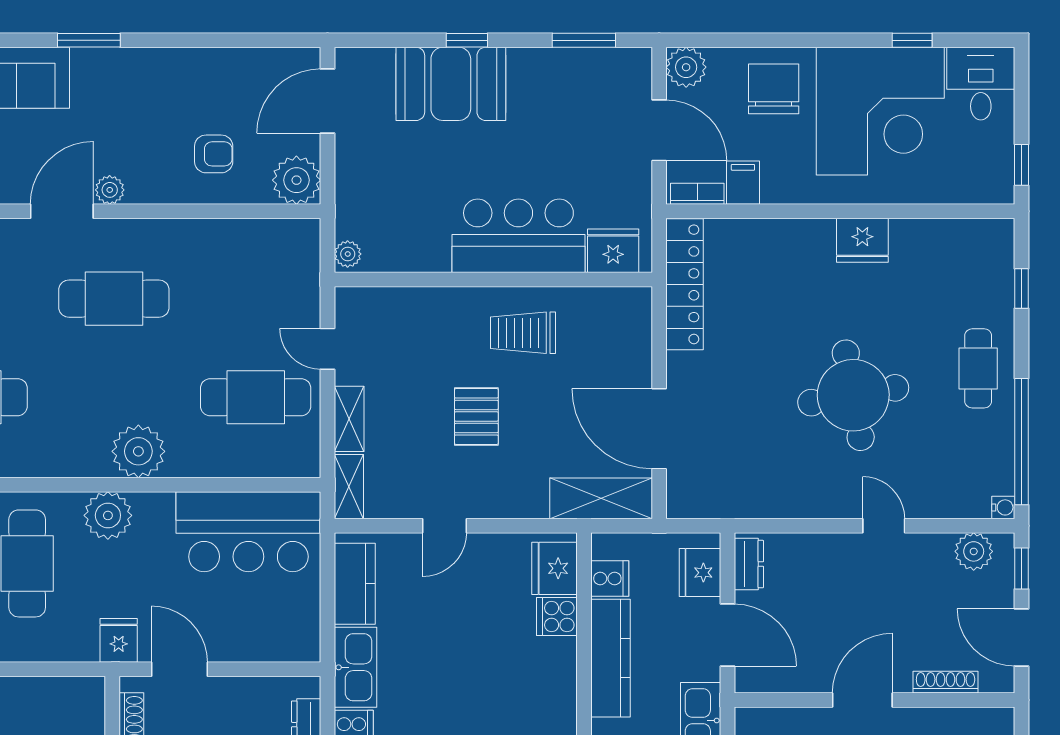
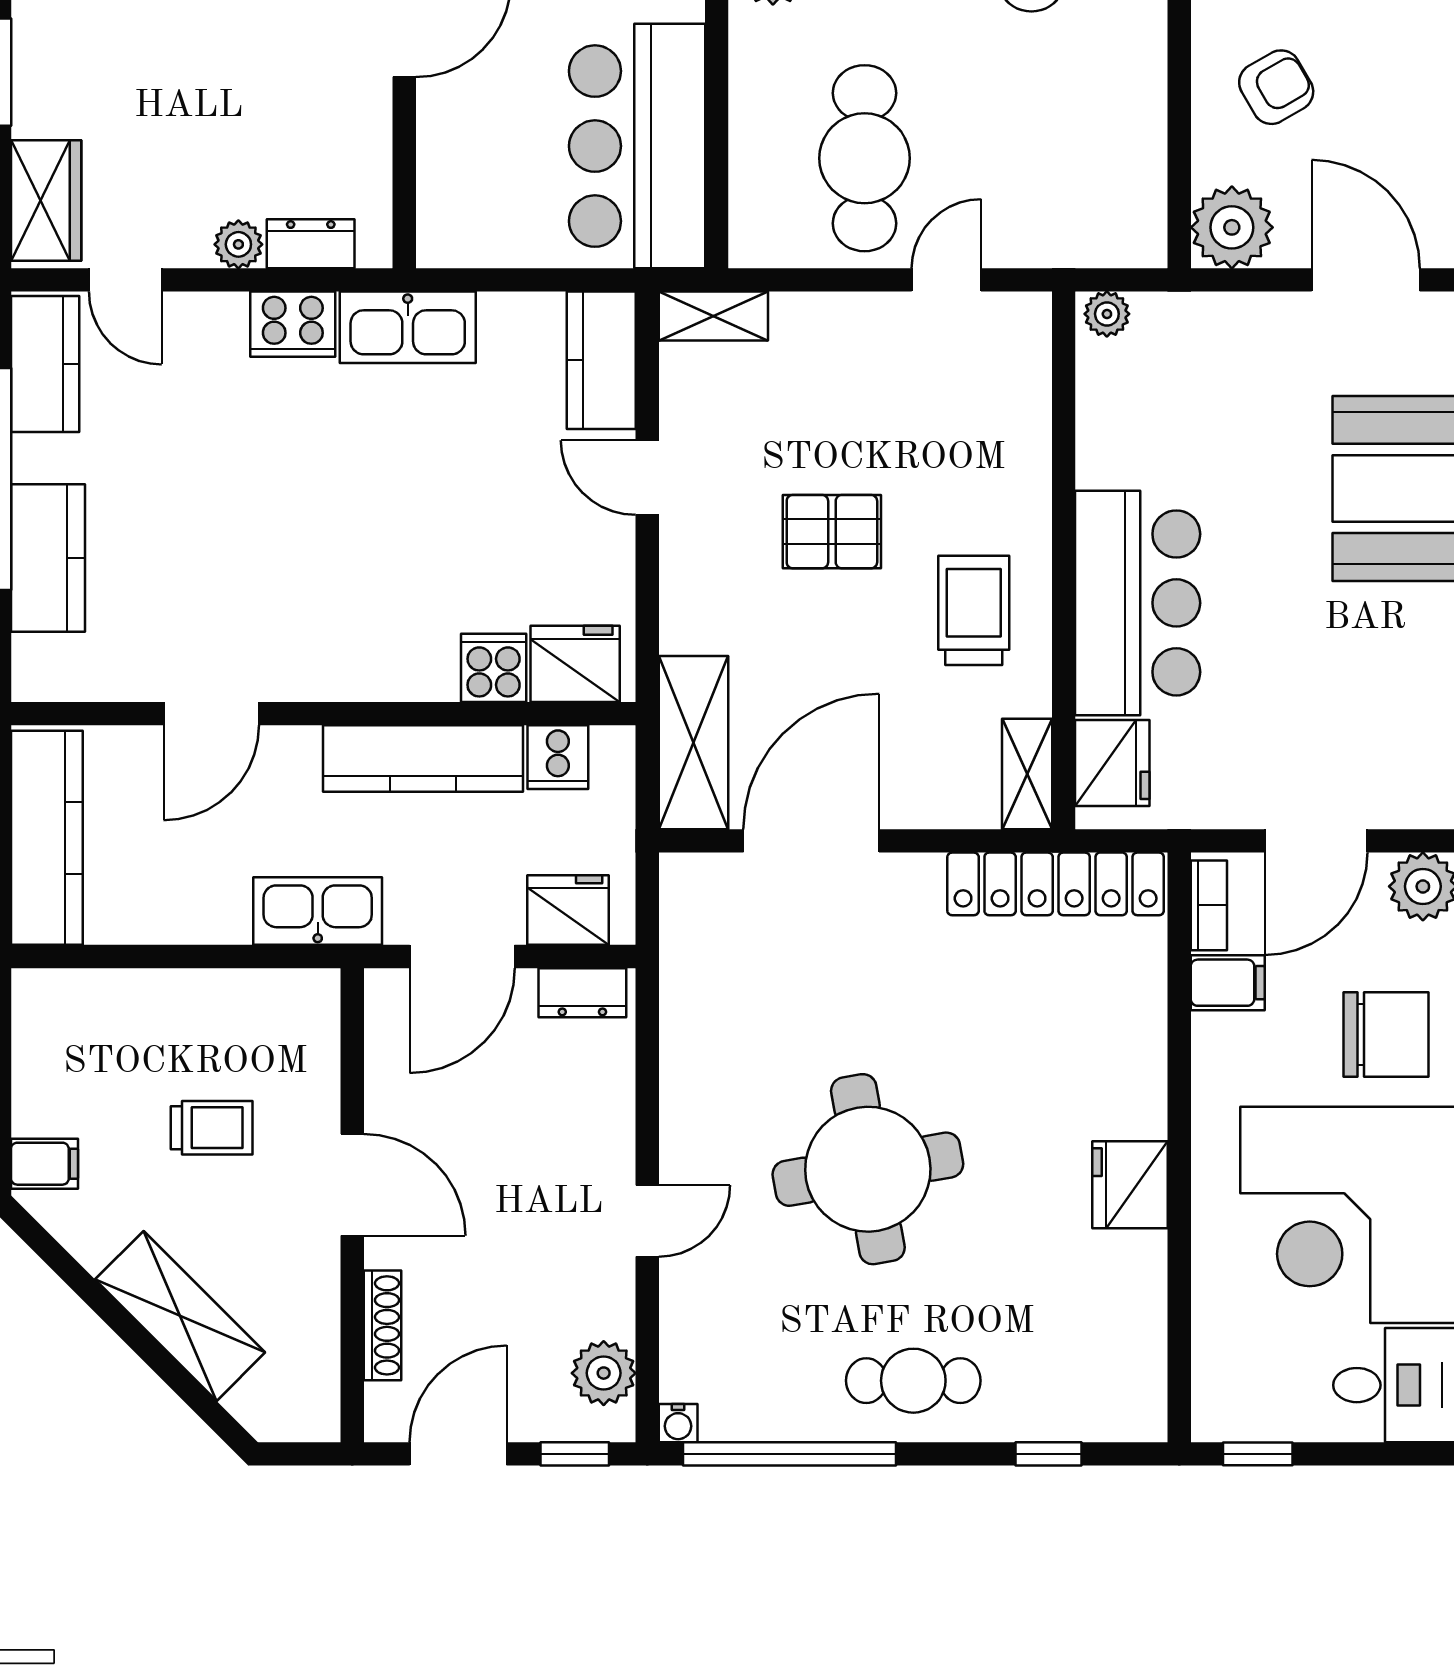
armchair: (214, 154) -> (1276, 87), turned -120
shelving: (349, 419) -> (1027, 774), moved, turned 90
kitchen counter: (355, 584) -> (601, 360), moved, turned 90

